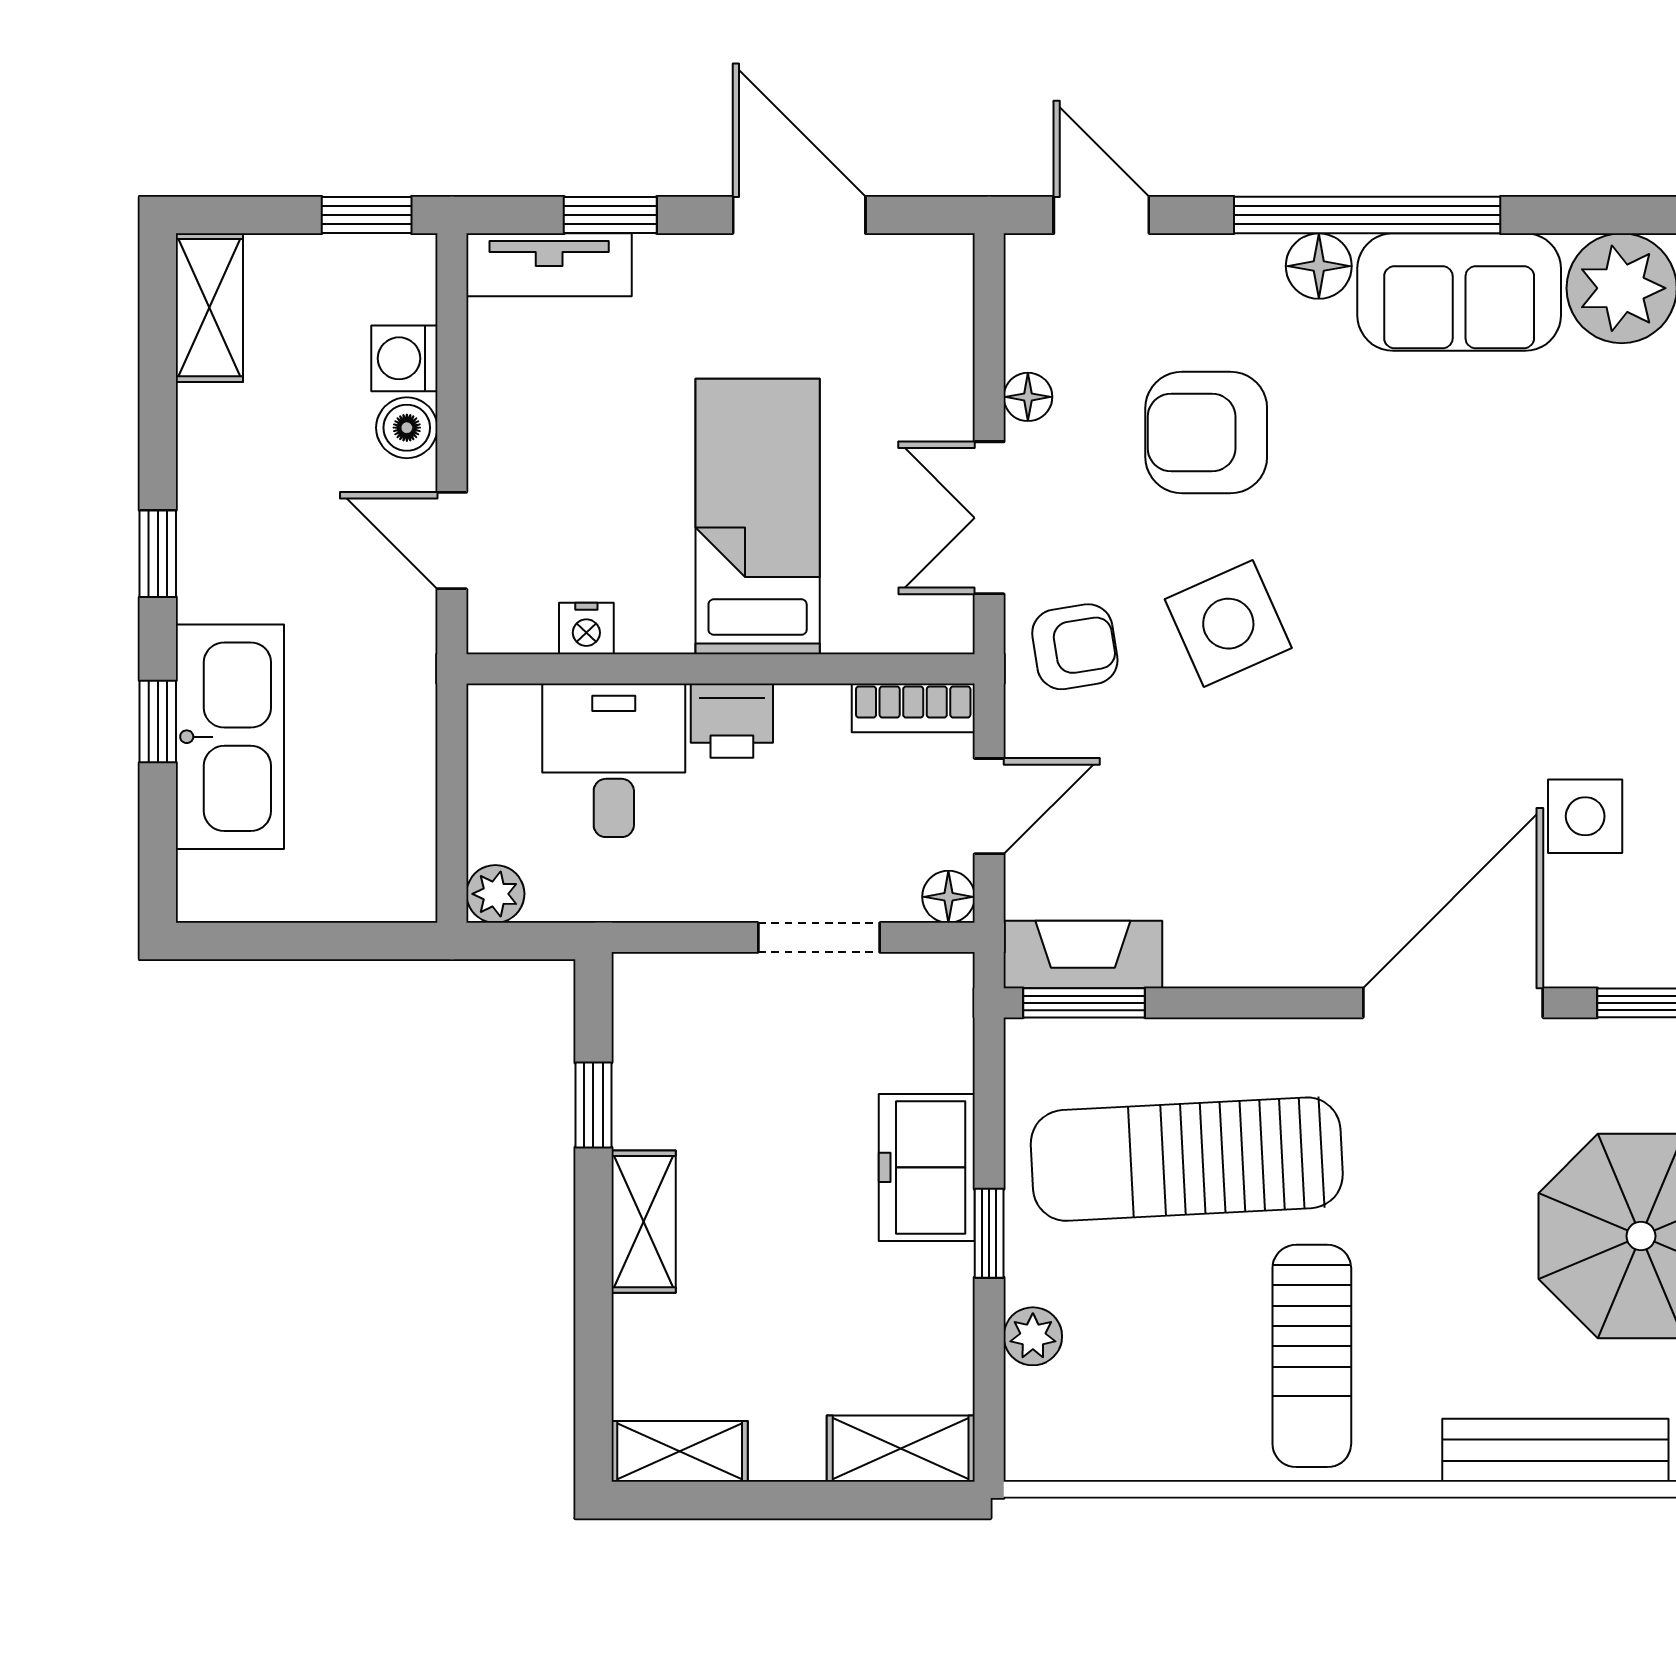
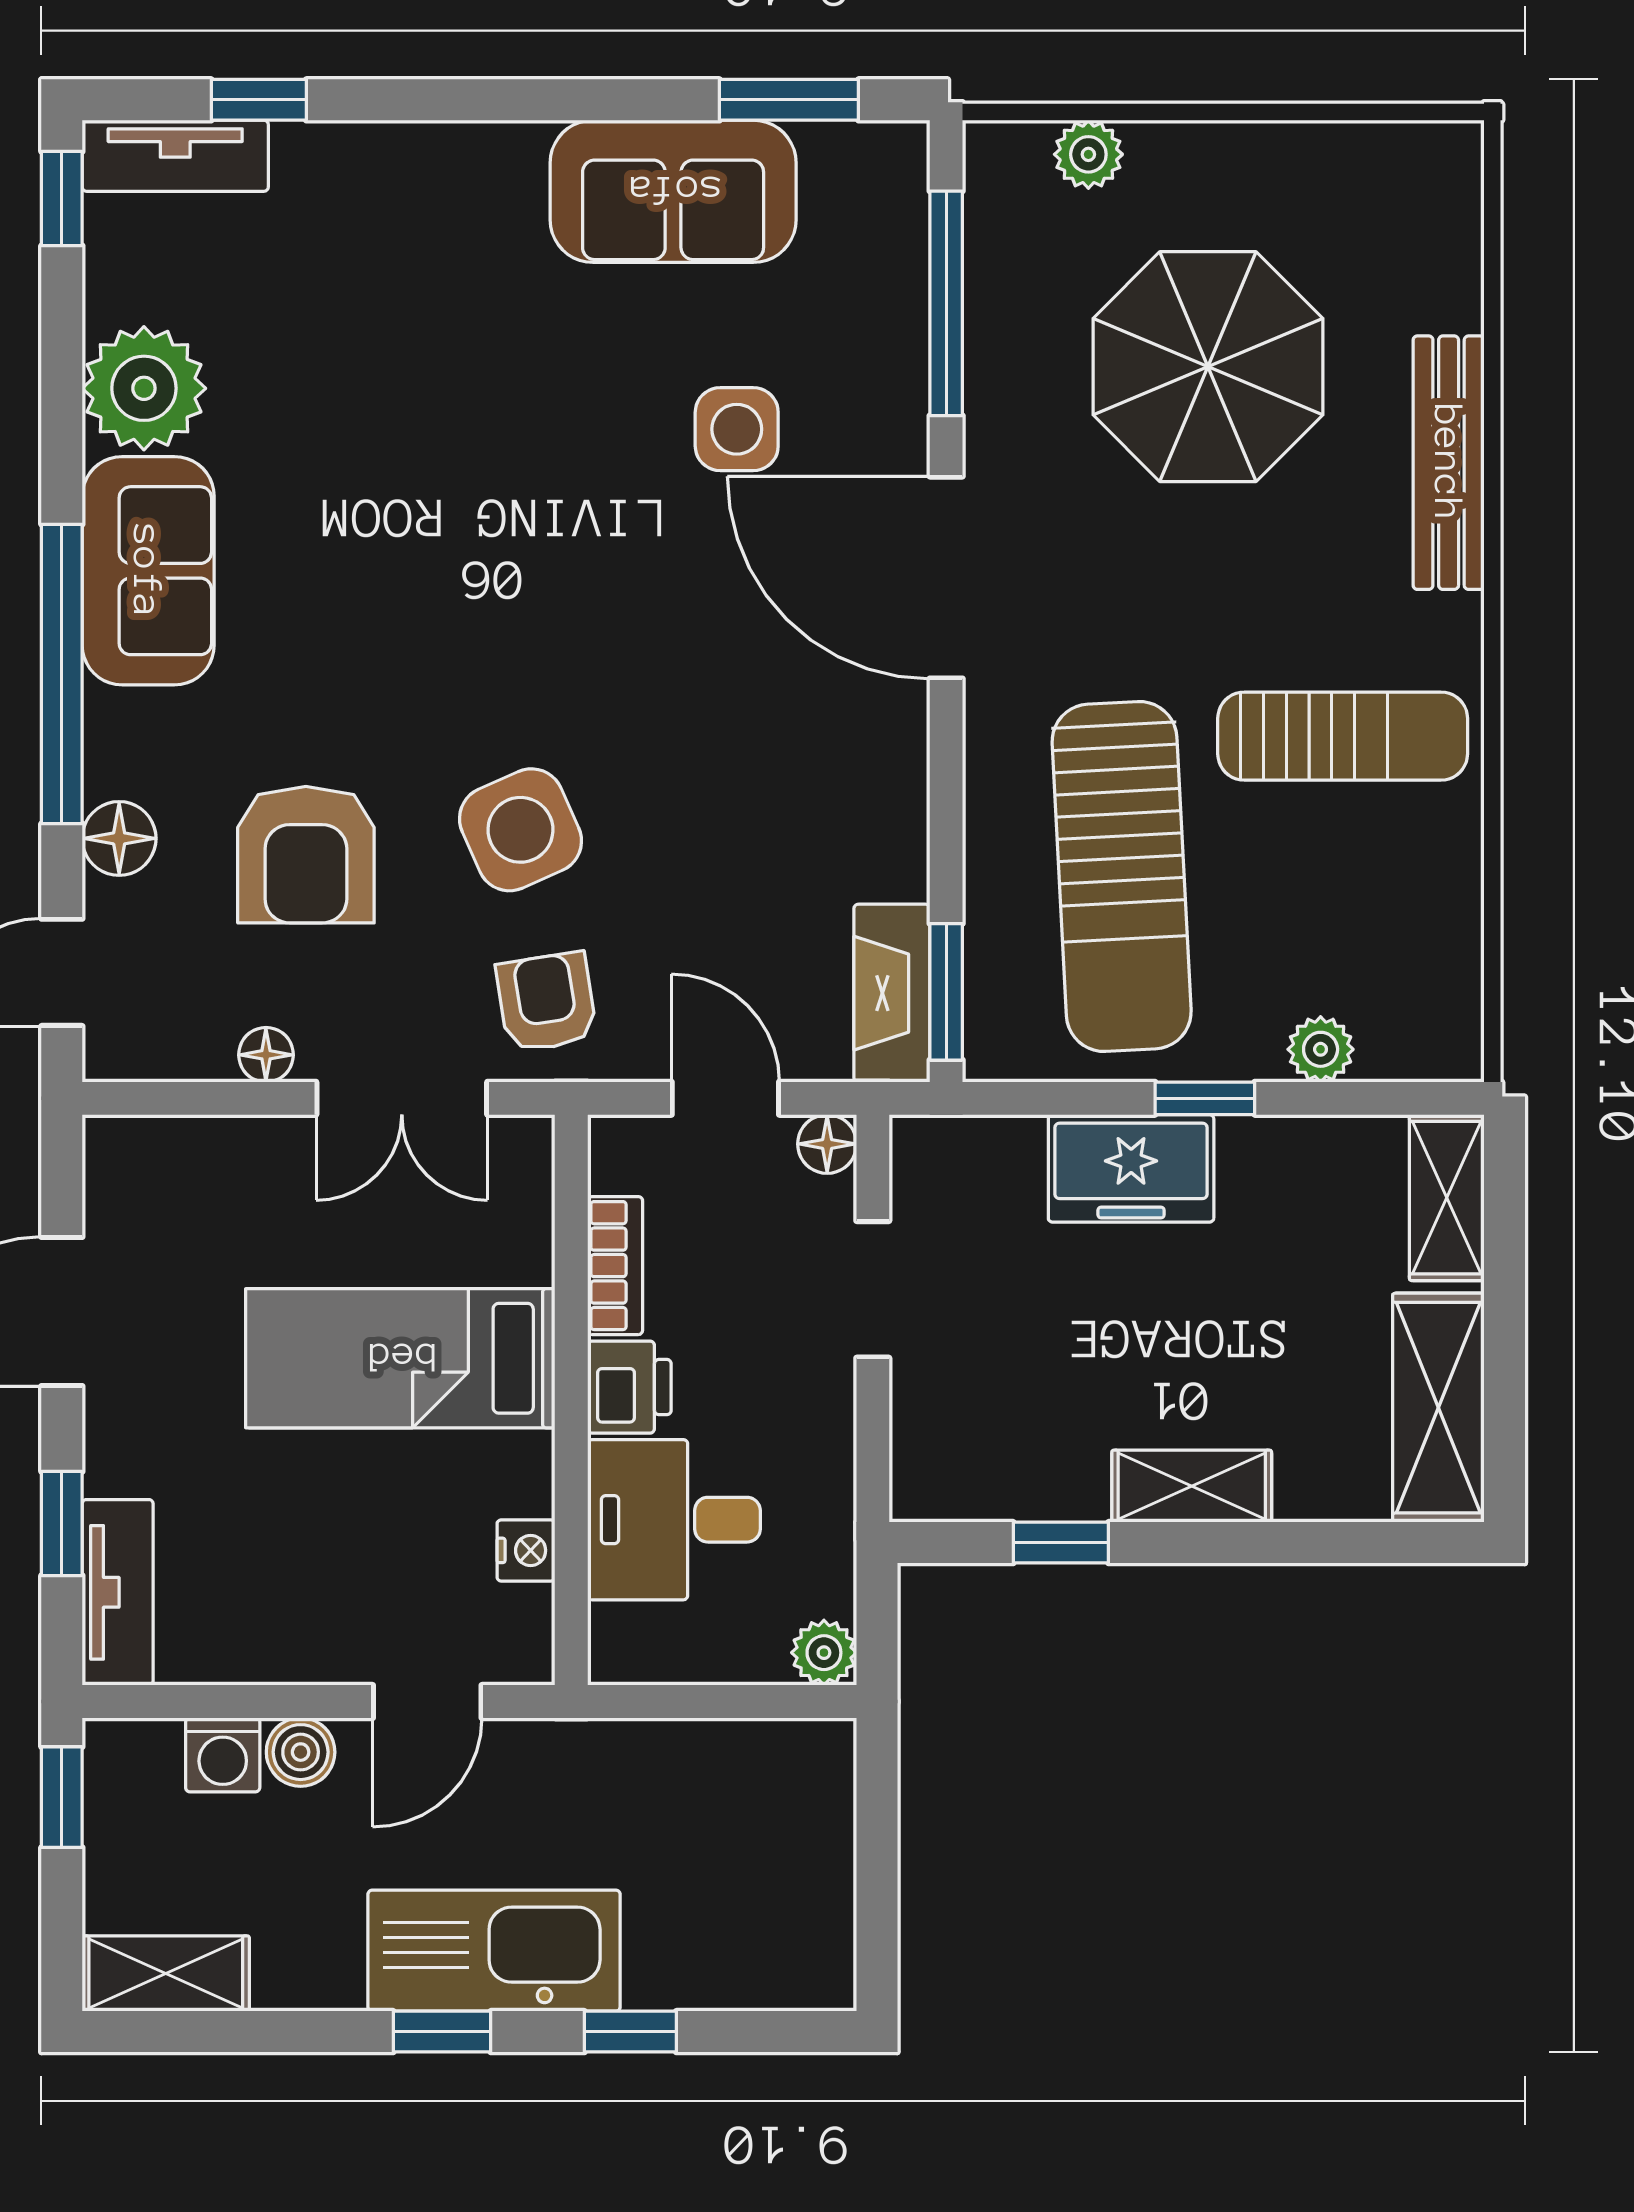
floor lamp: (1319, 266) -> (119, 838), moved
bookcase: (913, 708) -> (615, 1266), moved
kitchen sink: (230, 737) -> (494, 1951), moved
shelving: (680, 1451) -> (1438, 1408), width x1.50, depth x1.33

